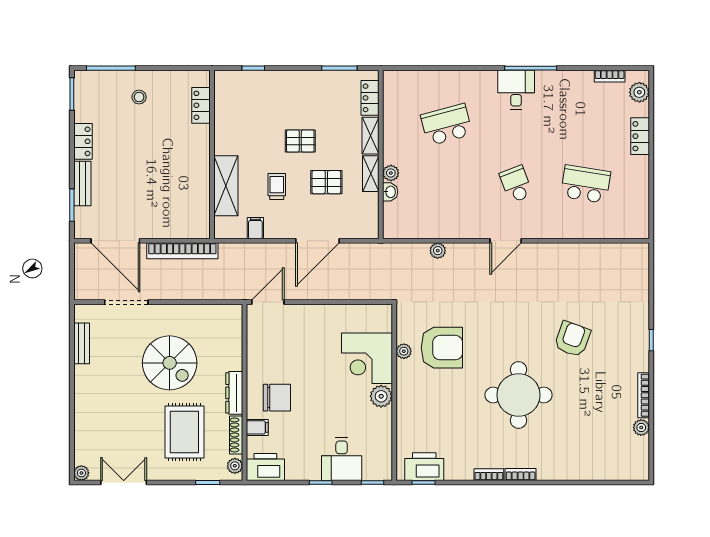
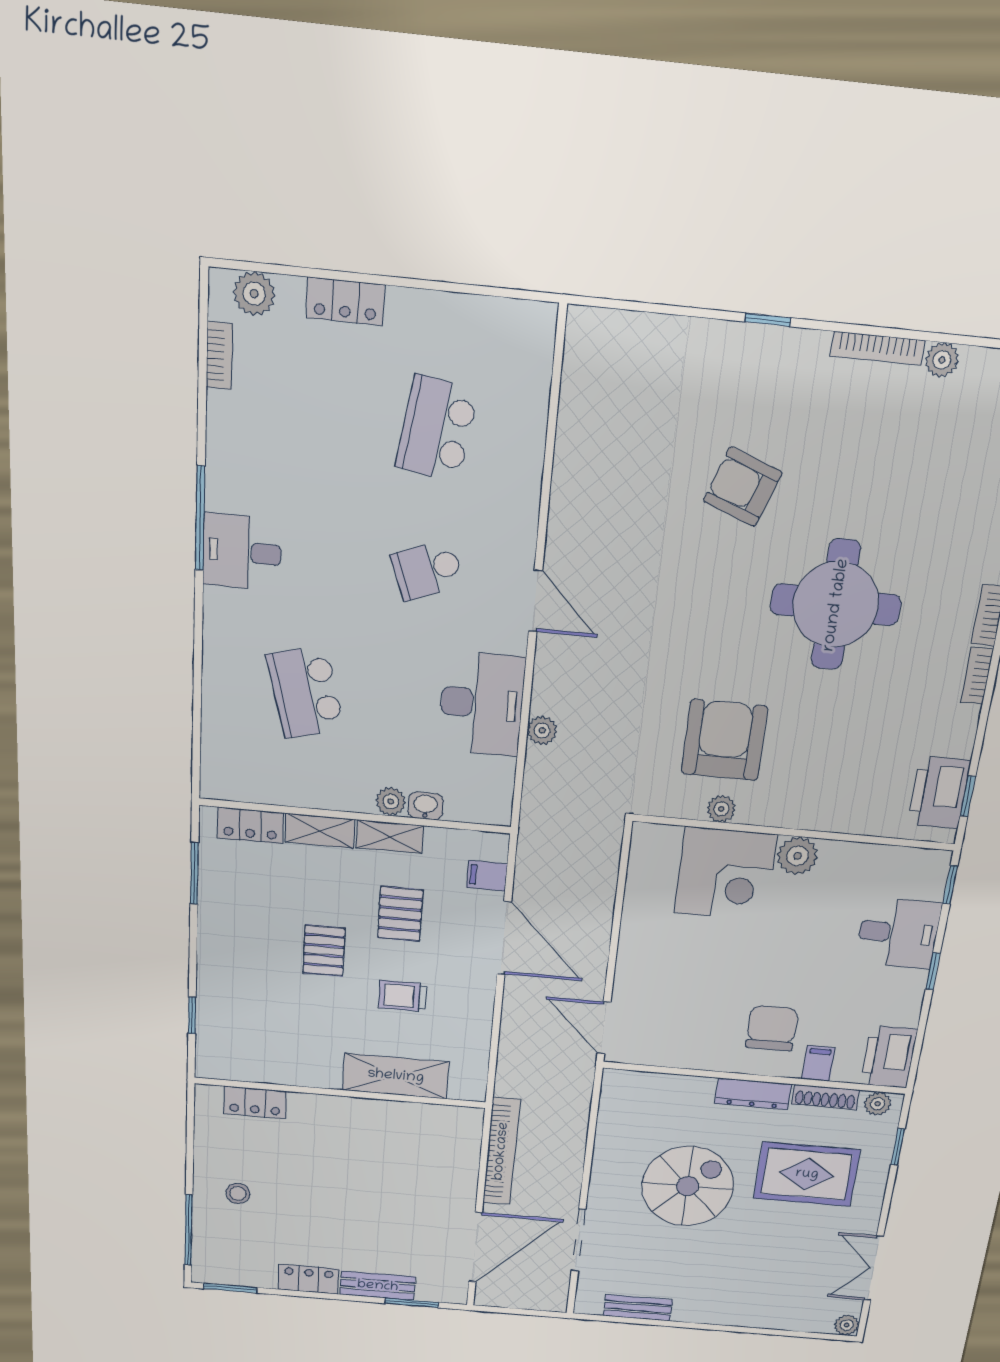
desk: (449, 218) -> (482, 704), added
filing cabinet: (255, 228) -> (487, 876), moved

